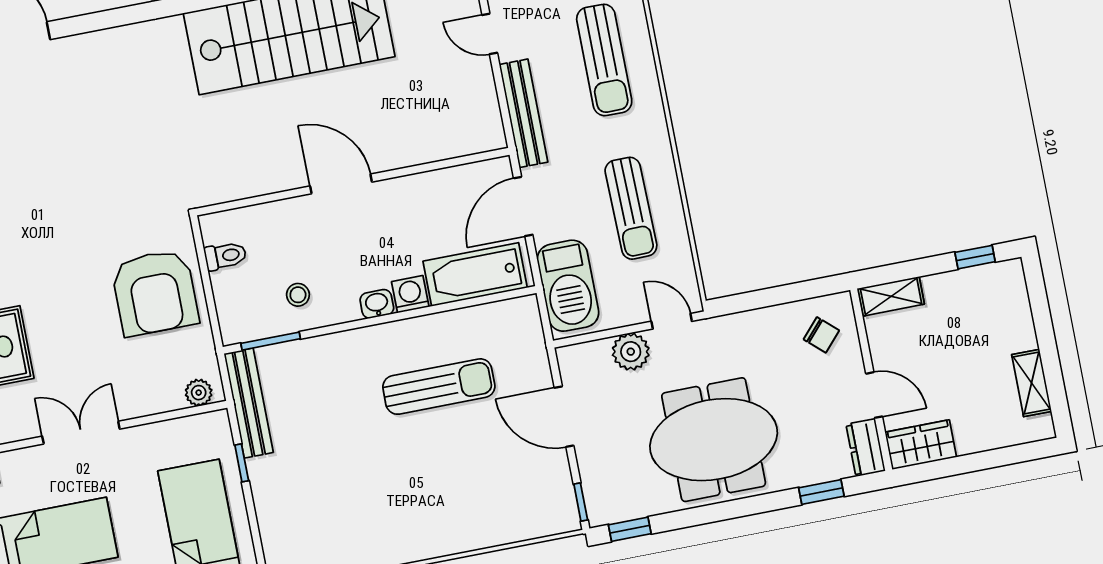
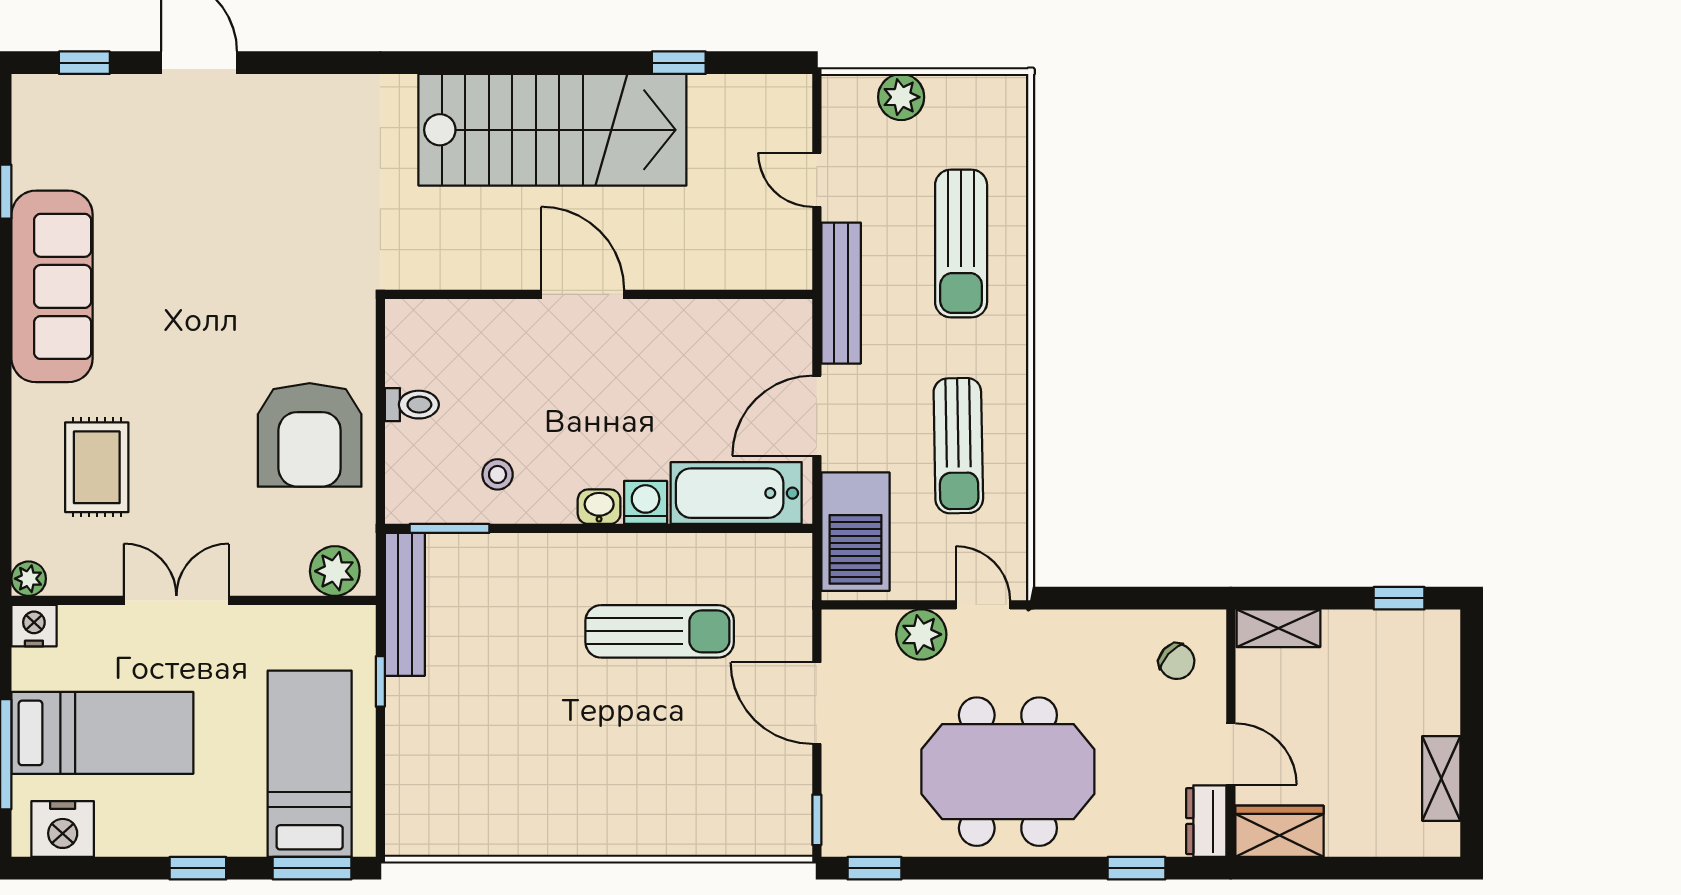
wall: (353, 182) -> (599, 294), moved
door: (341, 184) -> (583, 294), moved
plant: (199, 393) -> (335, 571), width x1.38, depth x1.38

